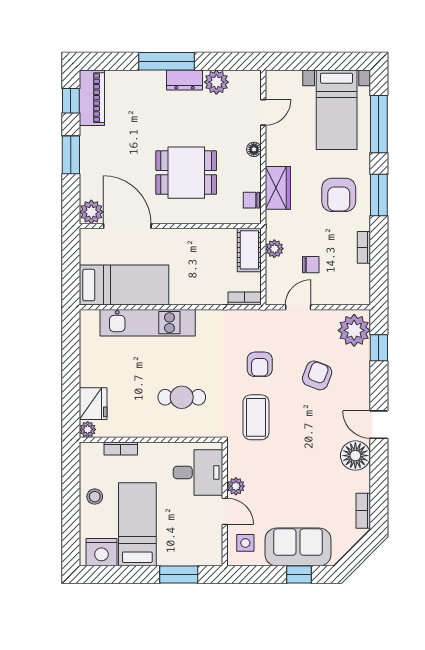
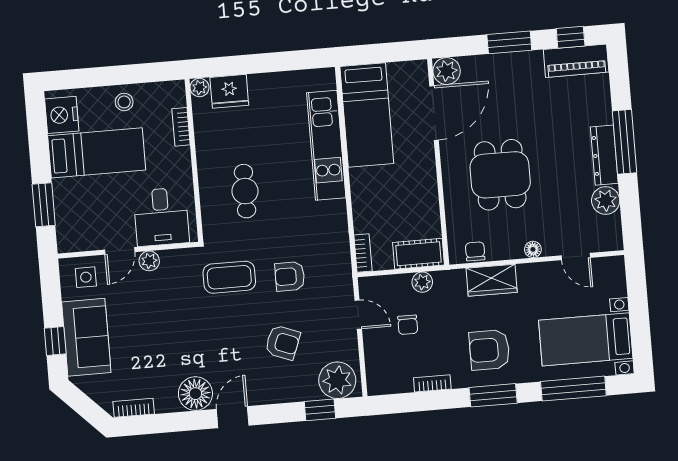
dresser: (185, 80) -> (604, 155), width x1.44

